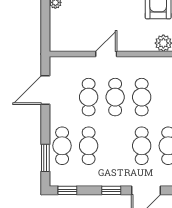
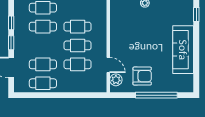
door: (106, 54) -> (108, 65), moved
window: (67, 190) -> (11, 23), moved

